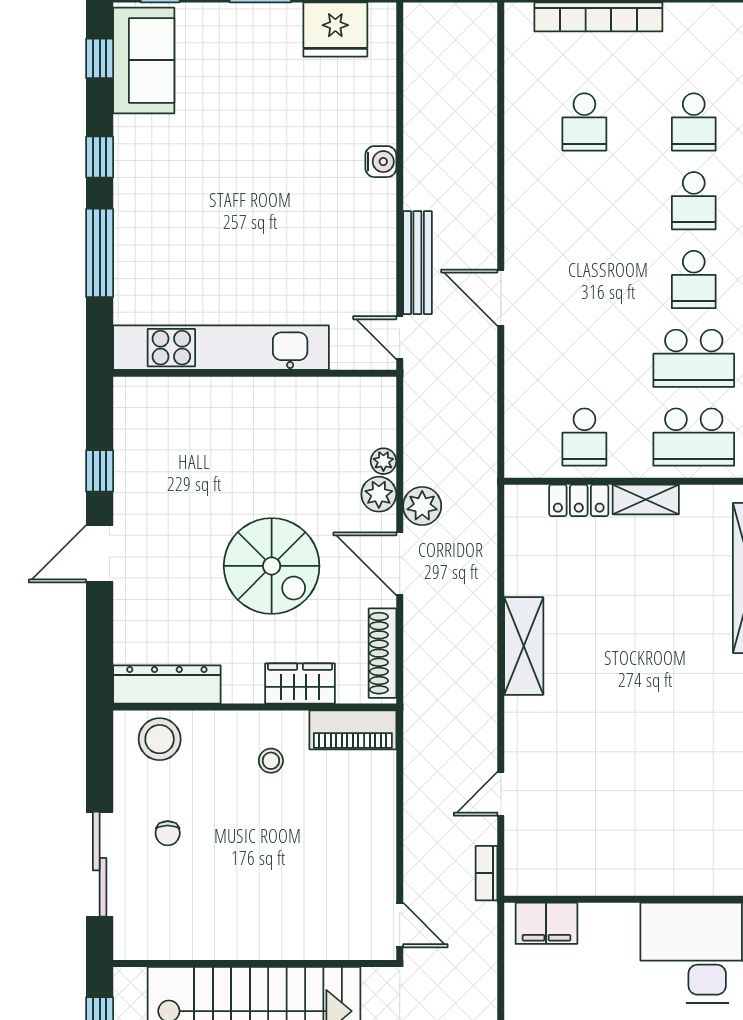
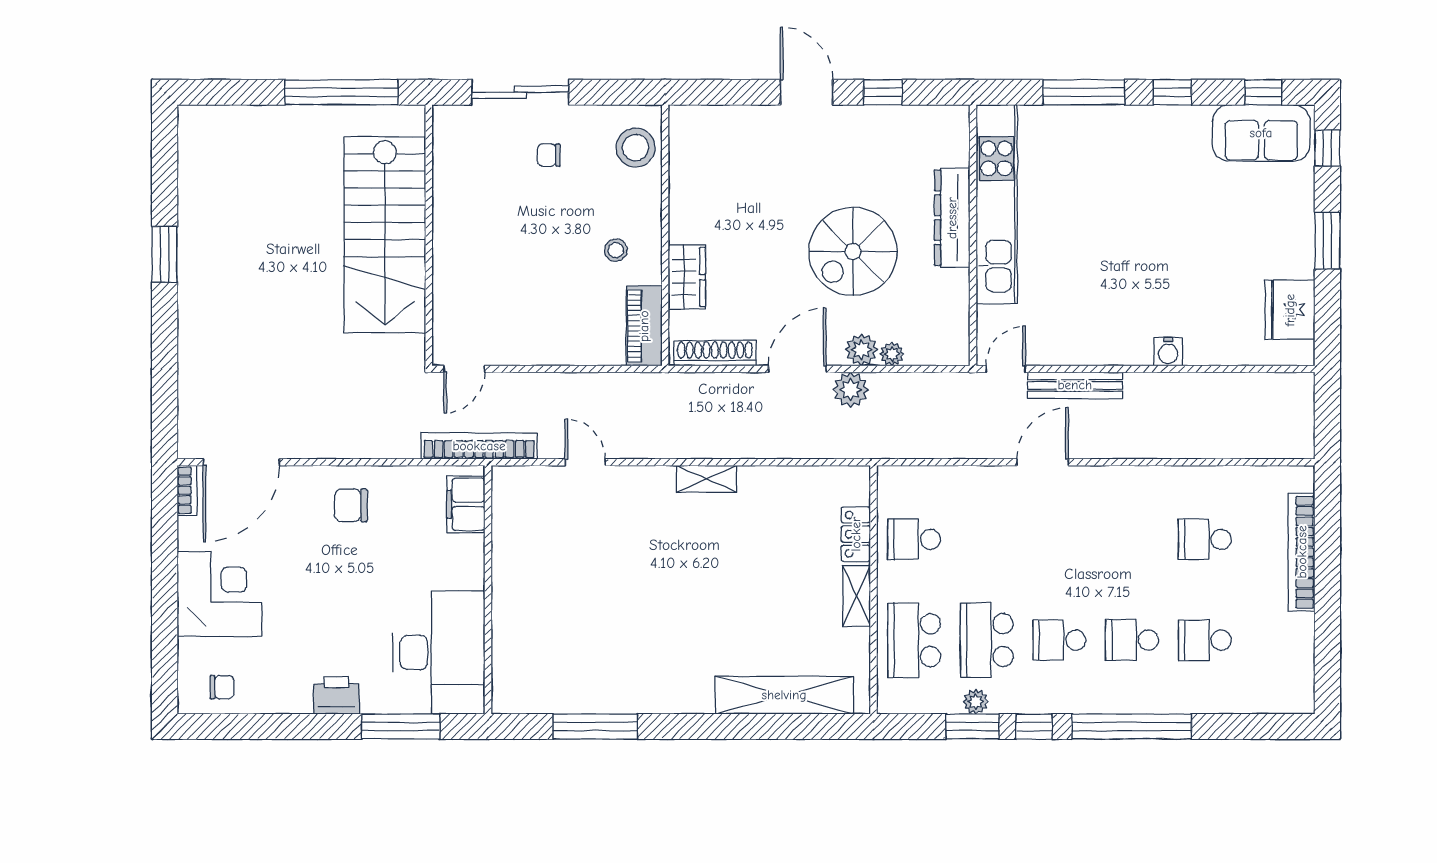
spiral stairs: (272, 566) -> (853, 251), moved
shelving: (524, 646) -> (707, 479), width x0.67, depth x0.75
dresser: (167, 685) -> (952, 218), moved, turned 180
bookcase: (487, 873) -> (479, 446), width x2.31, depth x1.31

